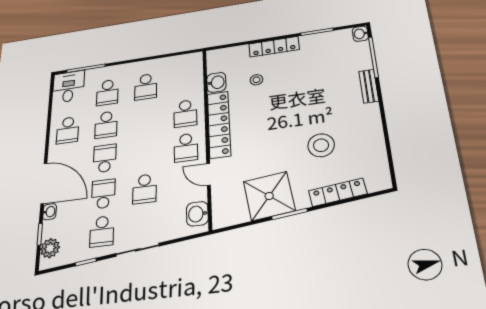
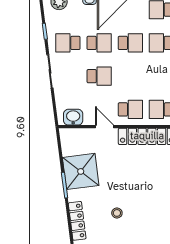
stool: (321, 145) -> (117, 213), width x0.53, depth x0.53
school desk: (186, 148) -> (130, 109), turned 180
door: (208, 174) -> (104, 127), hinge flipped
school desk: (144, 189) -> (99, 76), turned 180

